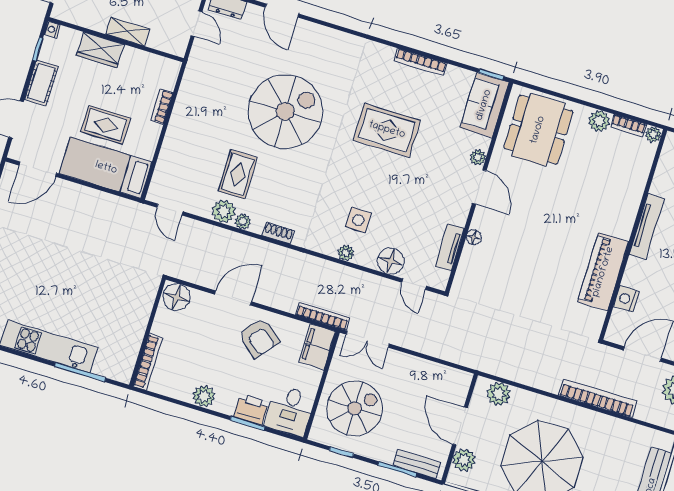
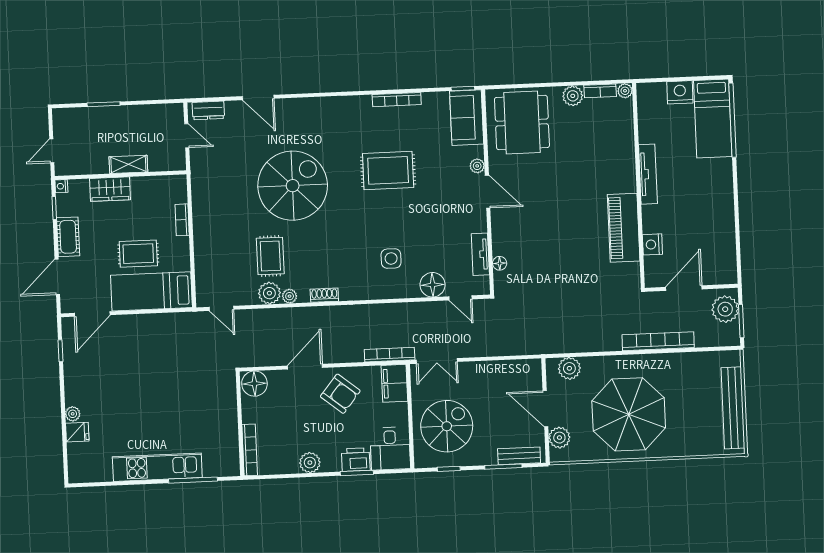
floor lamp: (474, 237) -> (500, 263), moved
plant: (346, 253) -> (390, 292), removed

